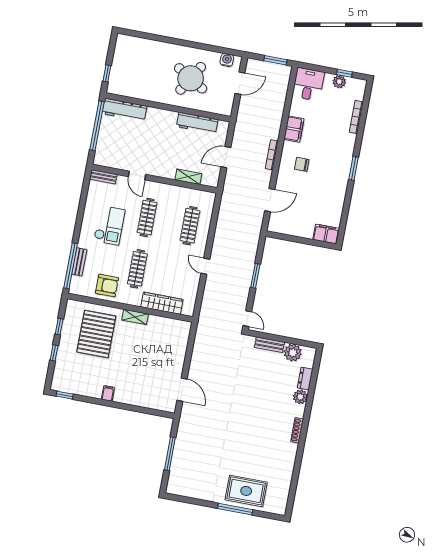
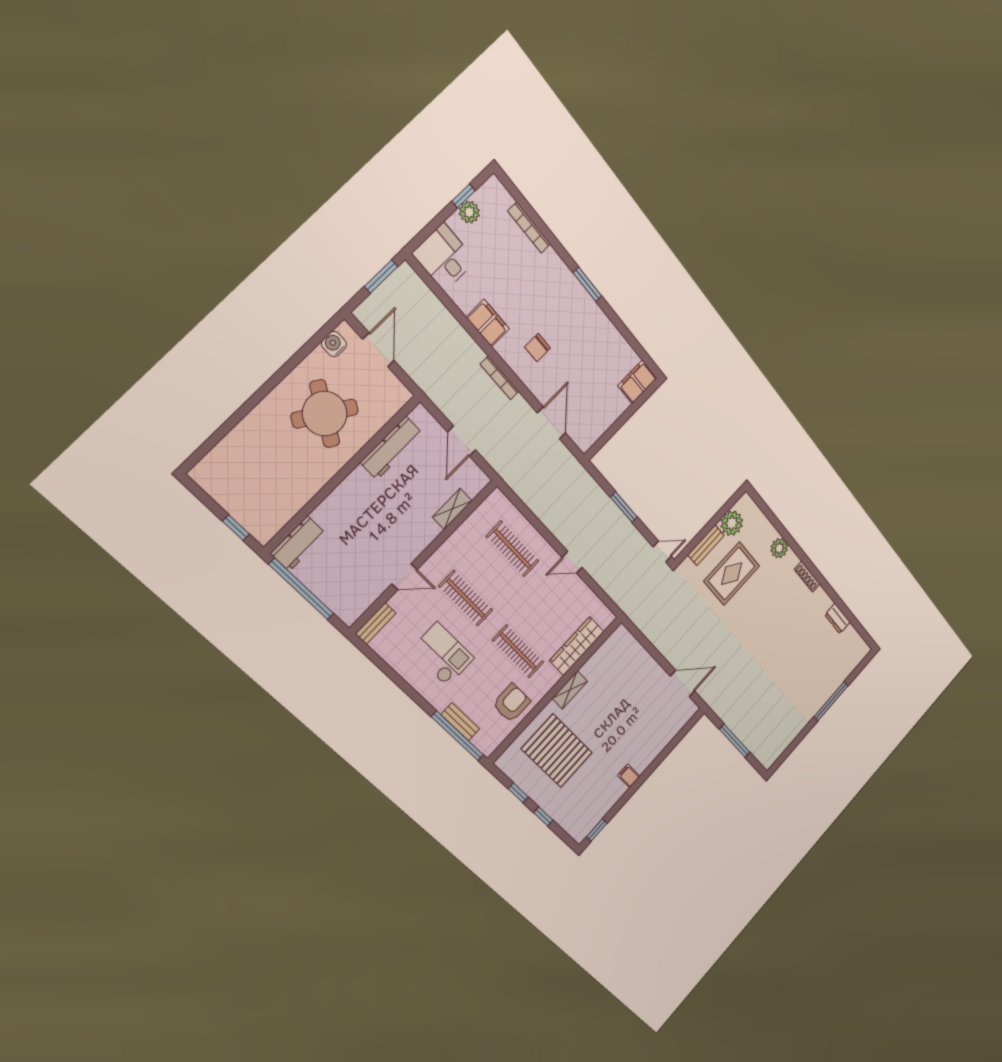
workbench: (124, 110) -> (298, 544), width x0.73
dresser: (305, 379) -> (838, 618), moved
rug: (246, 491) -> (732, 574), moved

